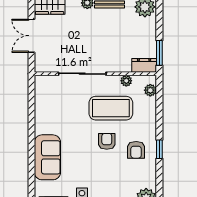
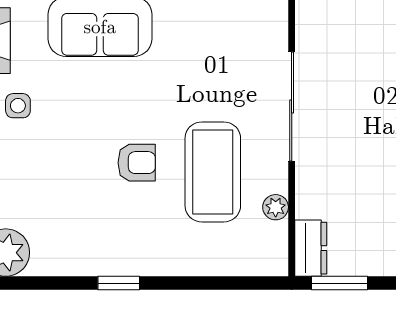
plant: (150, 90) -> (254, 262), removed
armchair: (136, 150) -> (117, 230), removed

